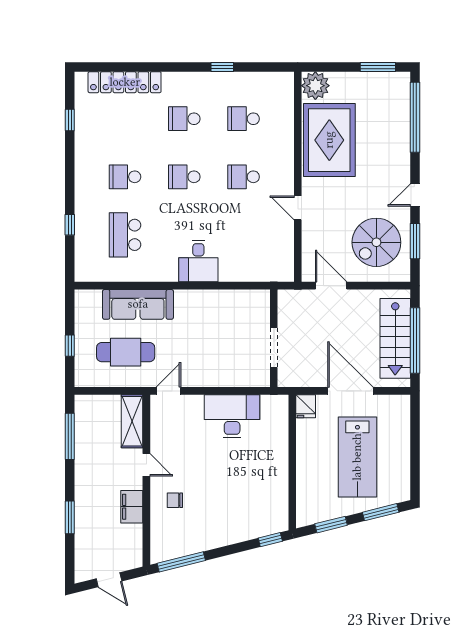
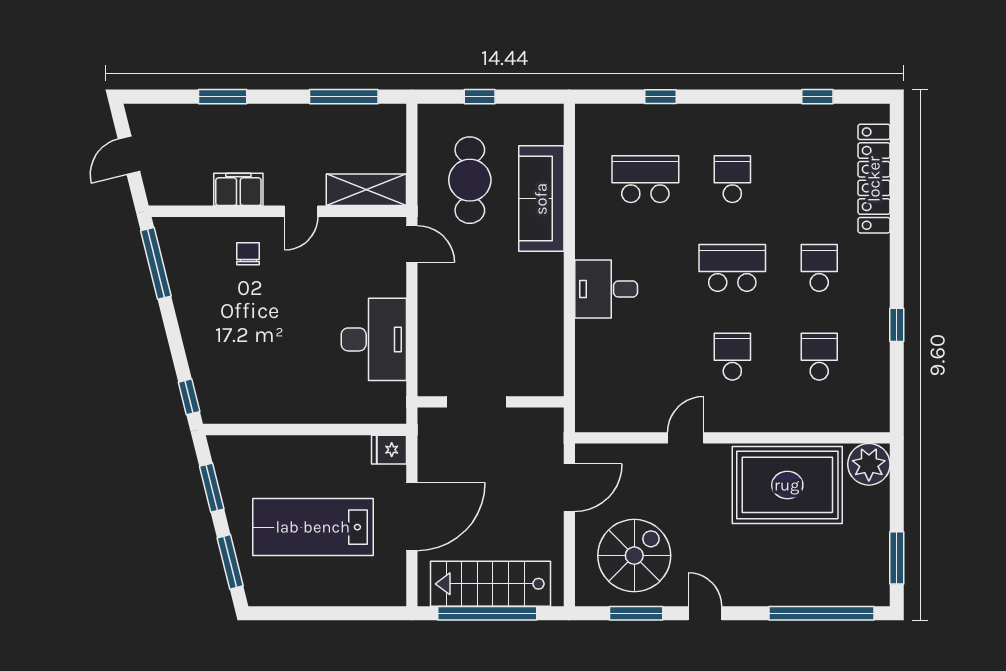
school desk: (184, 177) -> (732, 268), width x1.85
spiral stairs: (376, 242) -> (634, 556), turned 90

